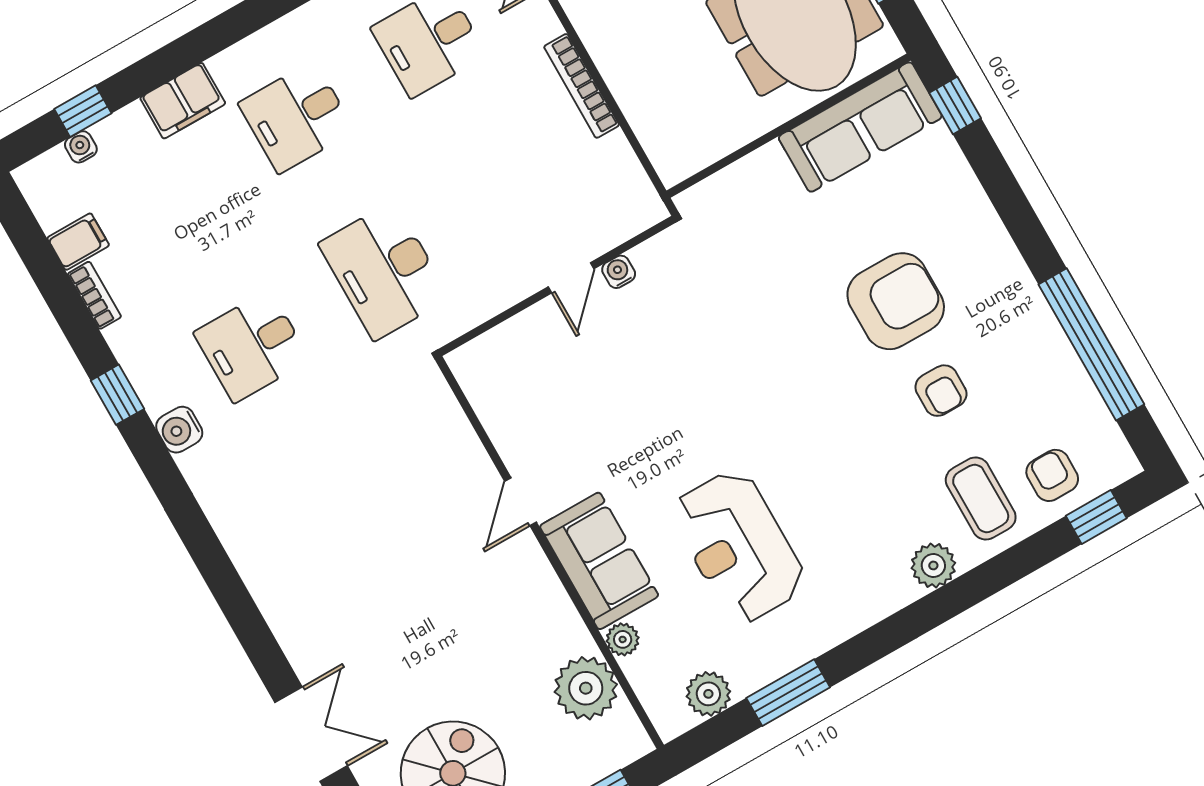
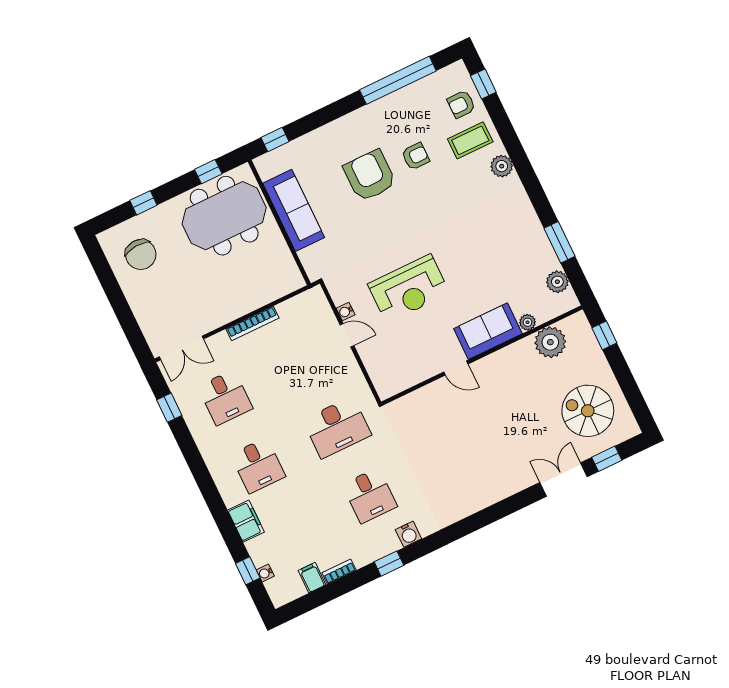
sofa: (860, 127) -> (294, 210), moved
reception desk: (738, 547) -> (409, 289), moved

